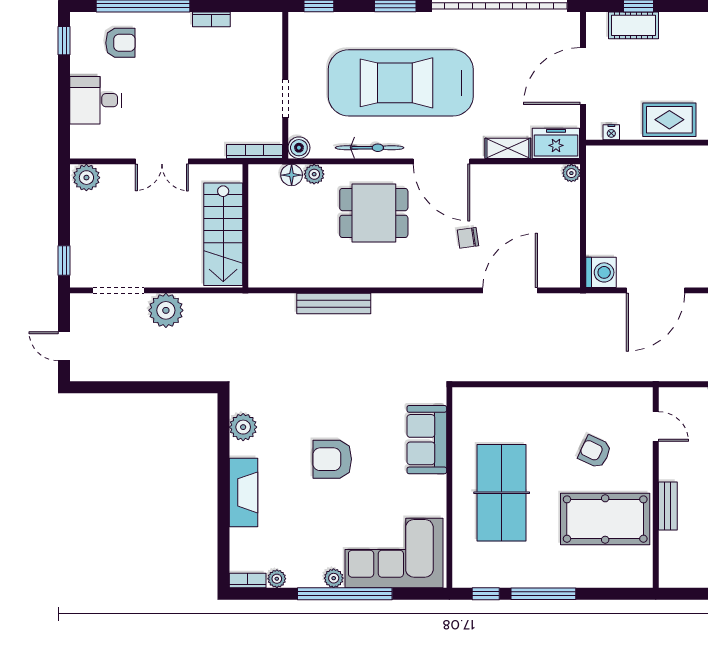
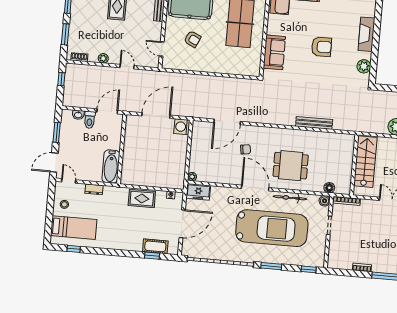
shelving: (508, 148) -> (222, 192), removed
plant: (314, 174) -> (318, 187), removed

